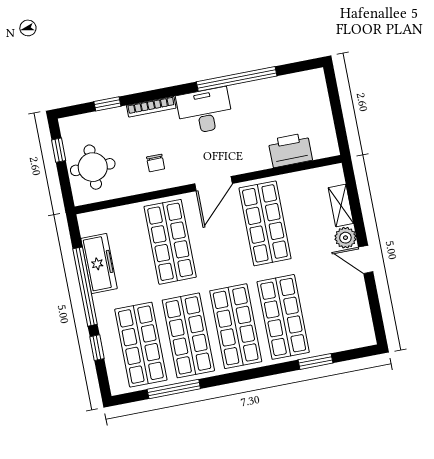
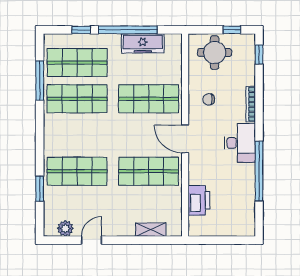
window: (107, 104) -> (259, 54), moved
plant: (345, 238) -> (65, 228), moved
door: (366, 259) -> (92, 240), moved
shop shelf: (236, 326) -> (77, 135), removed

